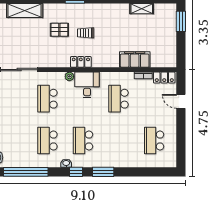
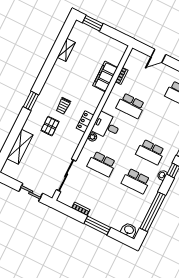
locker: (164, 78) -> (132, 60), removed

